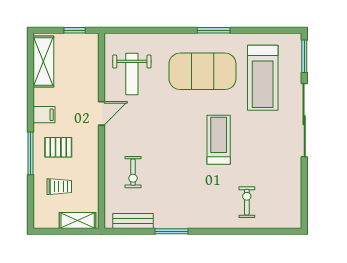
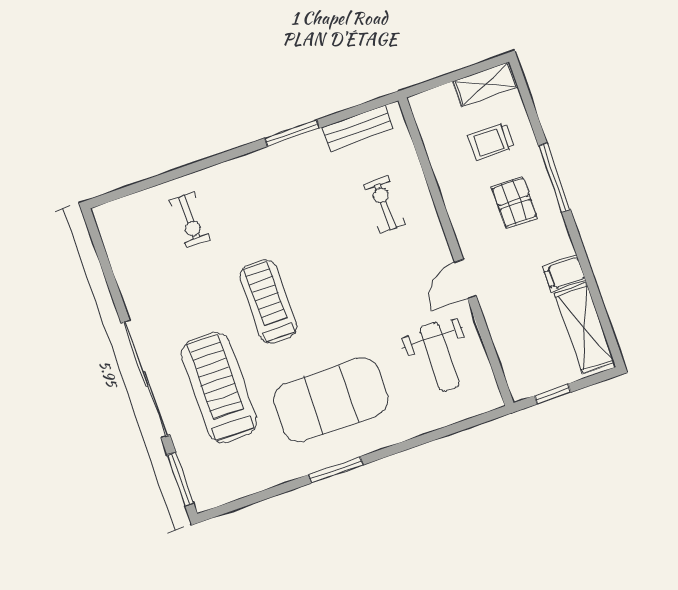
weight bench: (132, 74) -> (439, 357), turned 180
treadmill: (263, 78) -> (219, 388), moved
filing cabinet: (44, 115) -> (564, 273), moved
treadmill: (219, 140) -> (268, 302), turned 180
pallet: (58, 147) -> (514, 202), turned 90
shelving: (78, 221) -> (485, 84), moved

